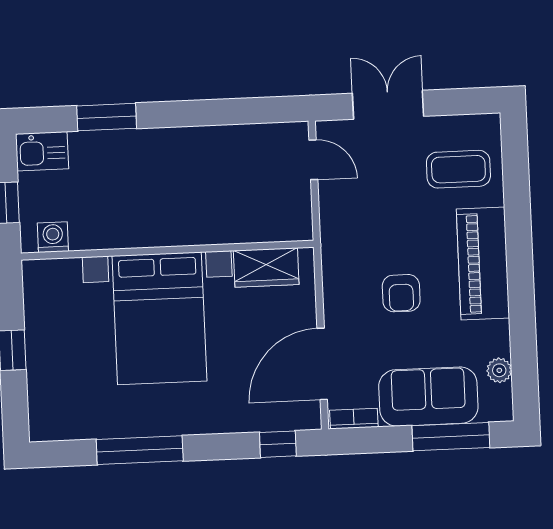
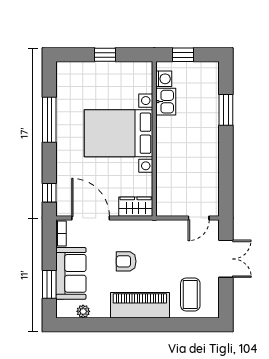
kitchen sink: (42, 151) -> (166, 102), moved, turned 180
wardrobe: (266, 268) -> (136, 207), moved, turned 90
window: (451, 437) -> (49, 284), width x0.69

